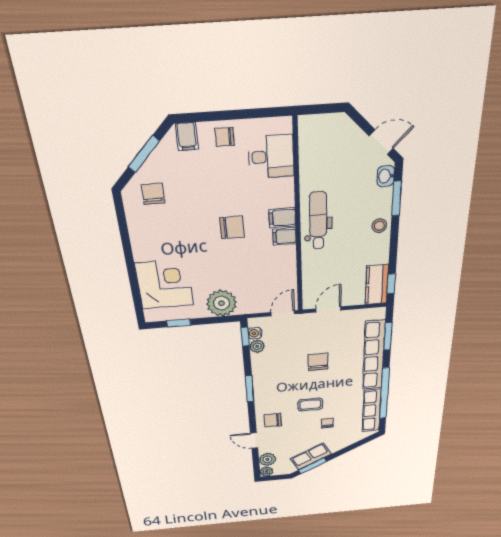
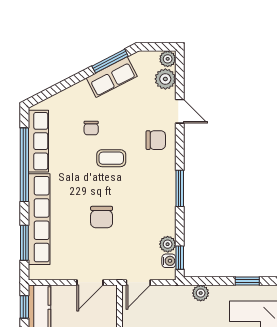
plant: (222, 303) -> (201, 293), width x0.53, depth x0.53

